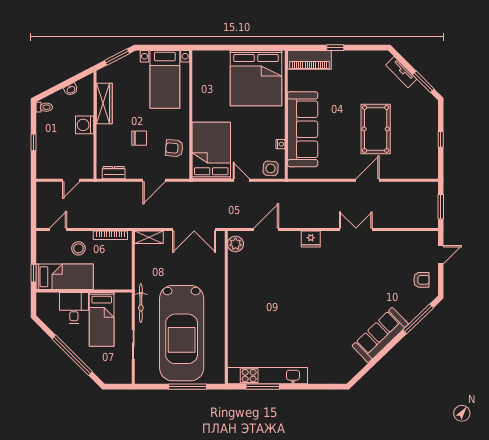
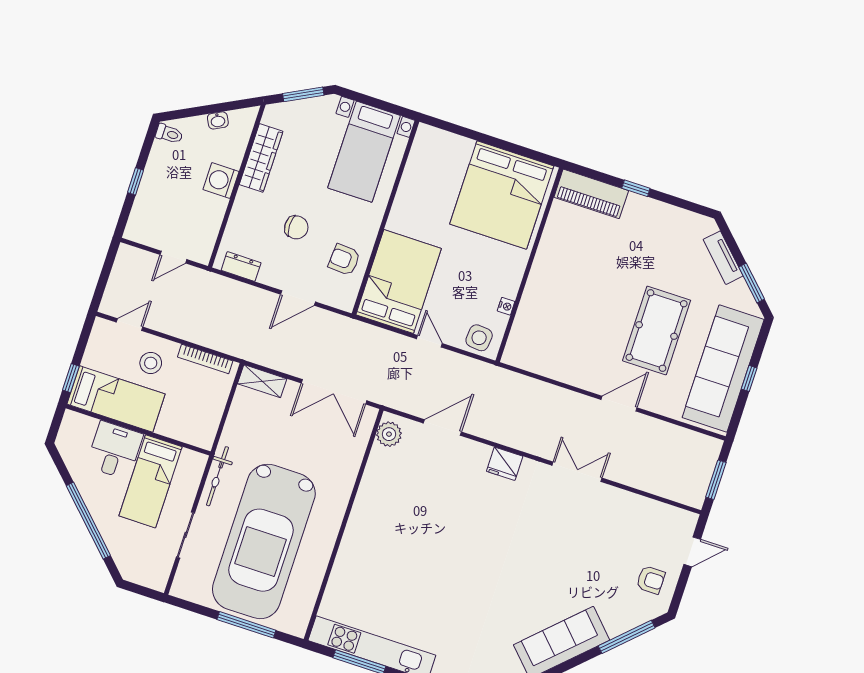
sofa: (303, 129) -> (723, 368), moved, turned 180

